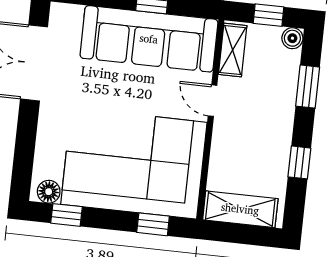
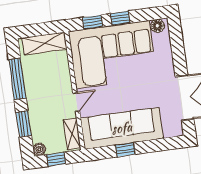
door: (213, 101) -> (76, 102), hinge flipped
window: (299, 162) -> (17, 79), width x2.17
window: (66, 215) -> (120, 18), moved

